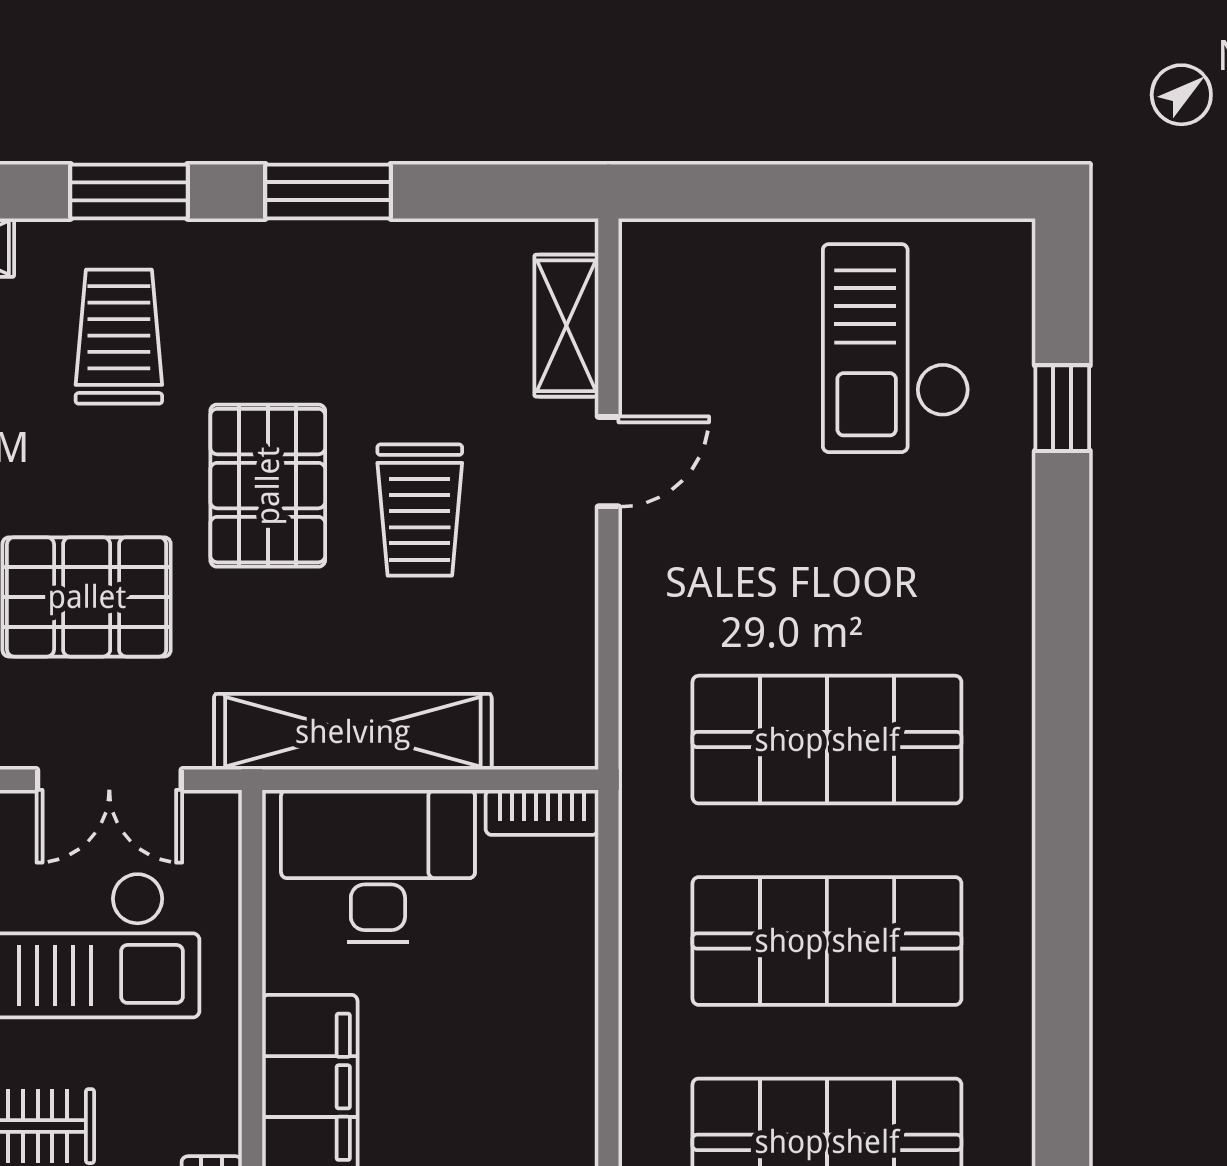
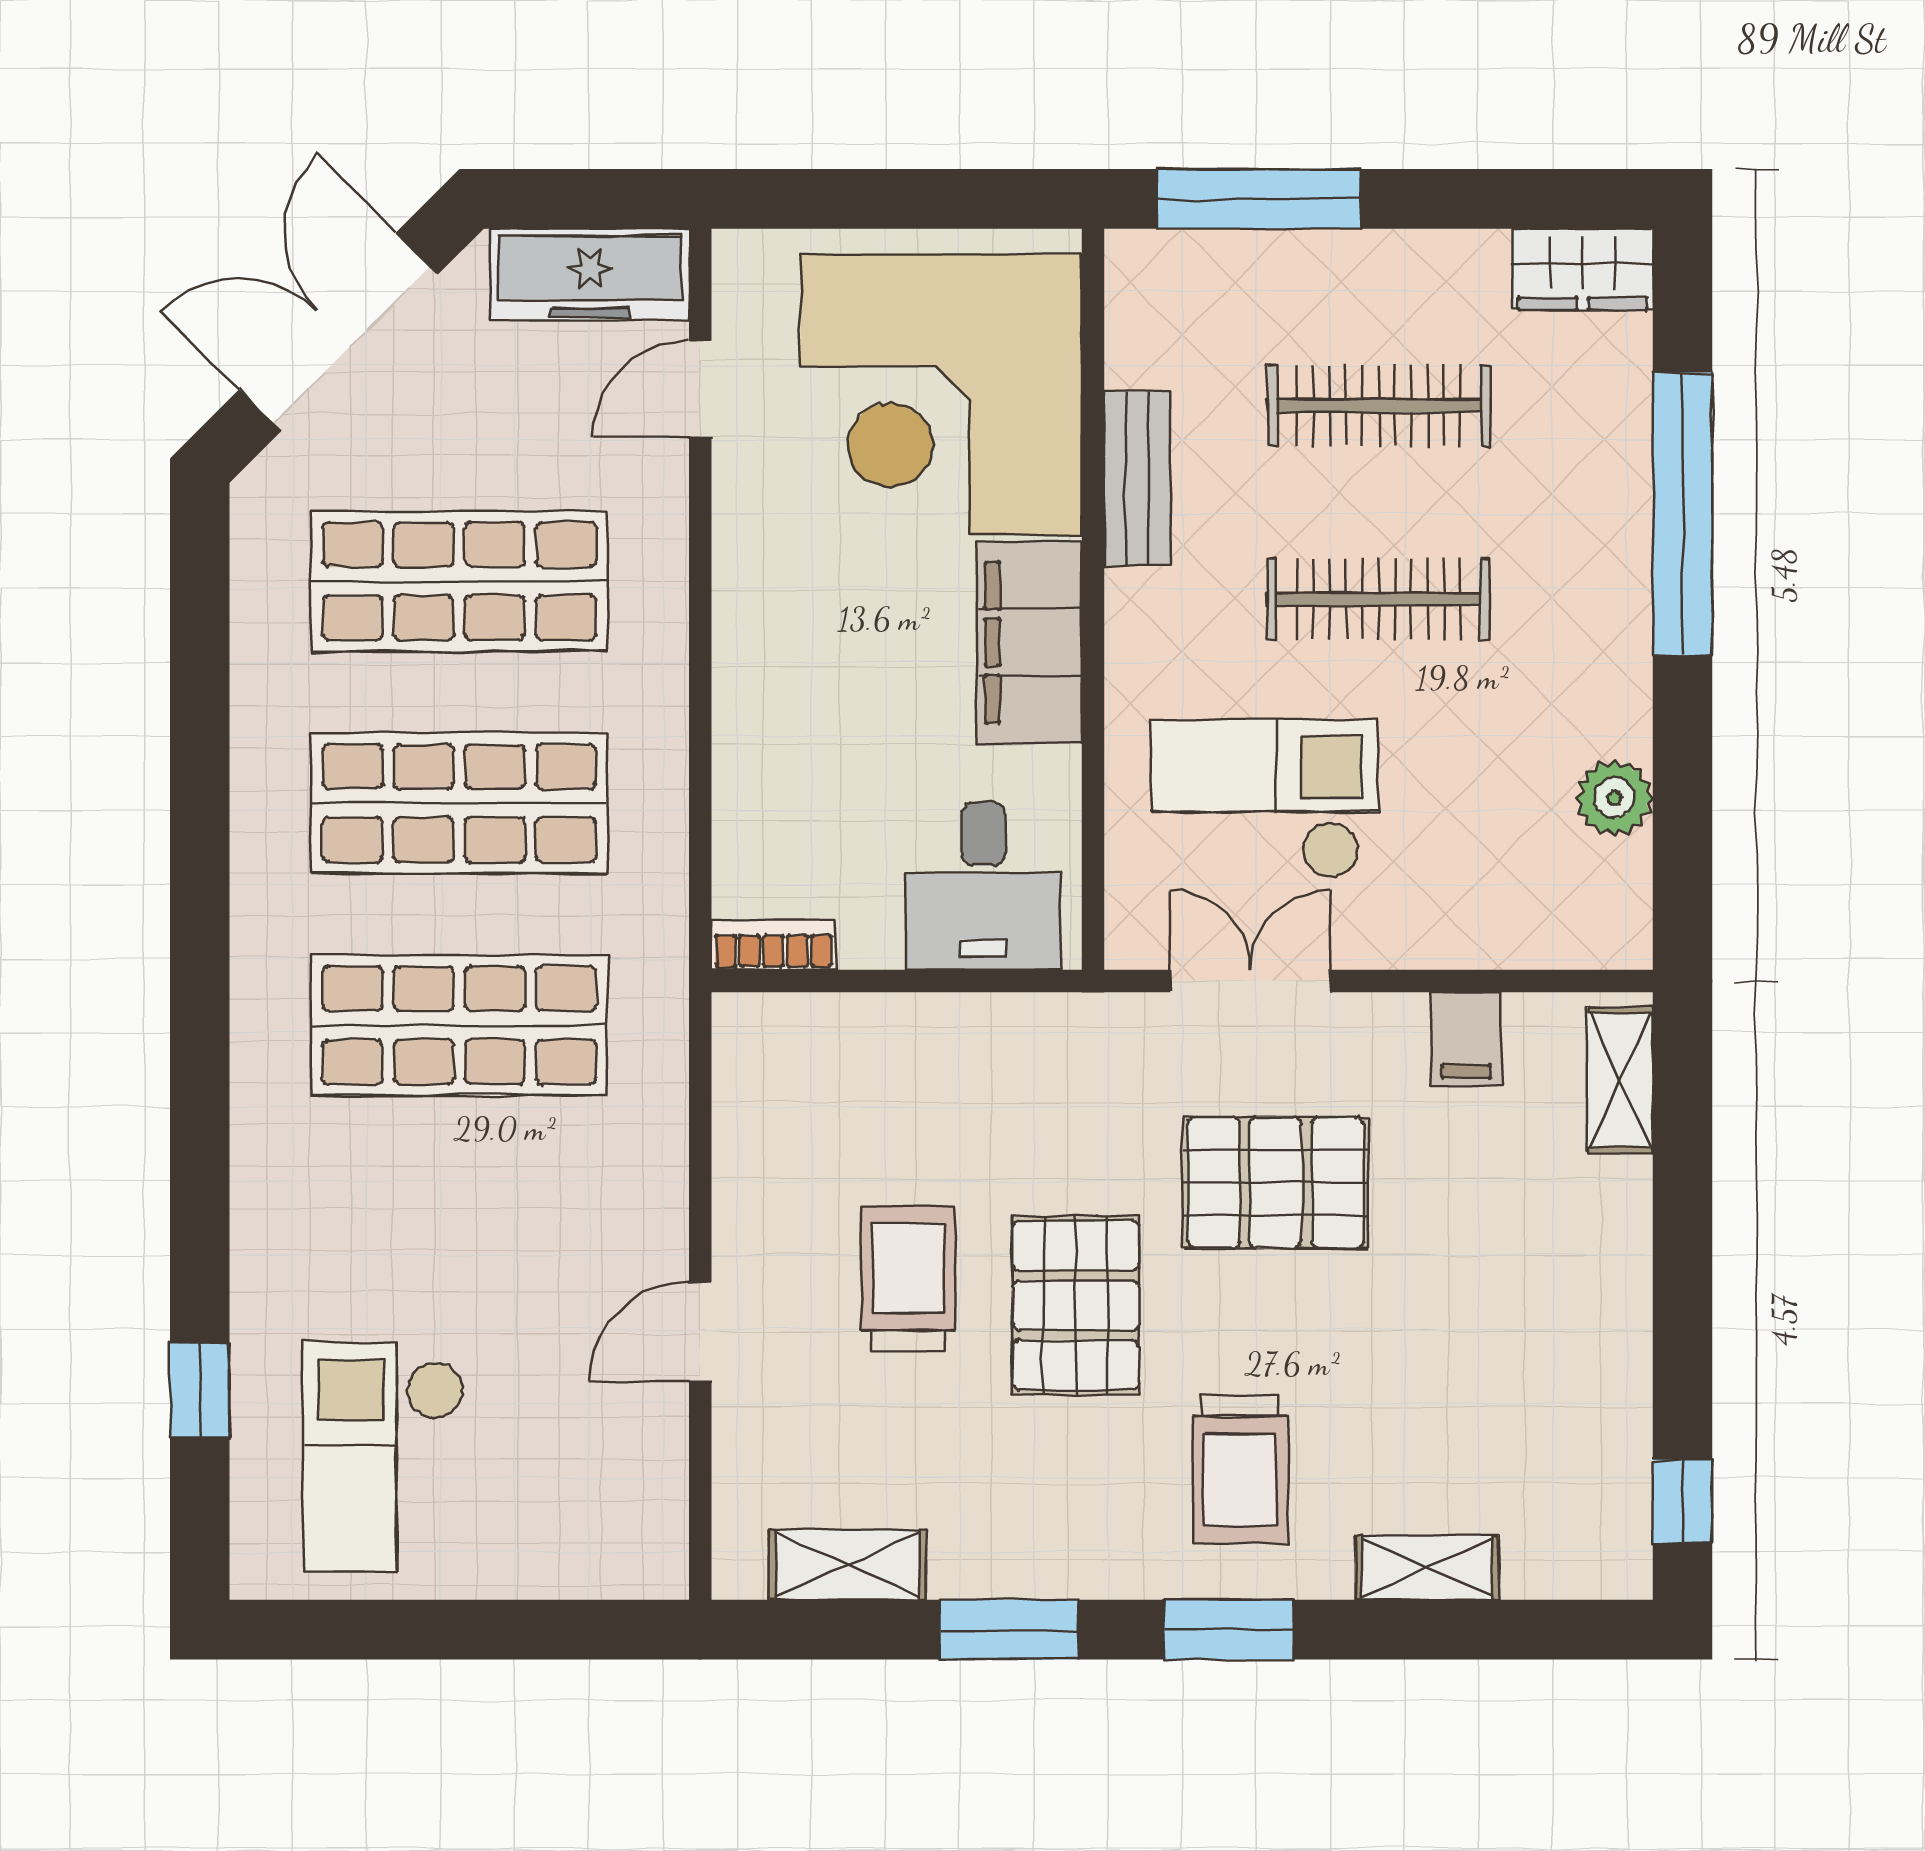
shelving: (566, 326) -> (848, 1565), moved, turned 90
checkout: (896, 348) -> (383, 1457), turned 180
shelving: (353, 732) -> (982, 1034), removed
desk: (378, 866) -> (983, 886), width x0.73

